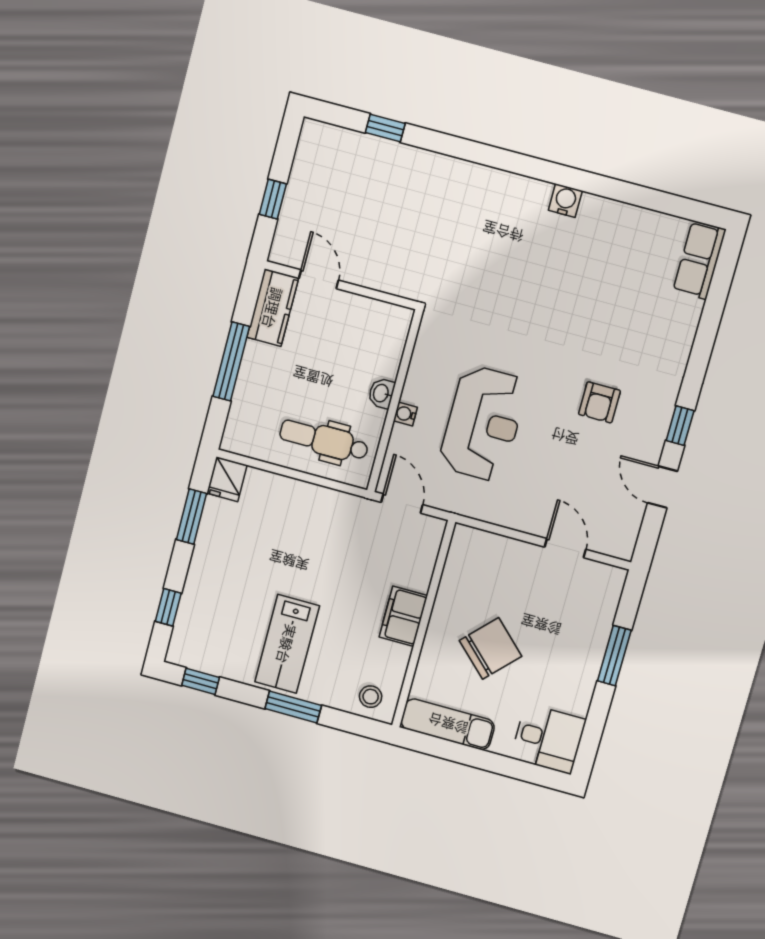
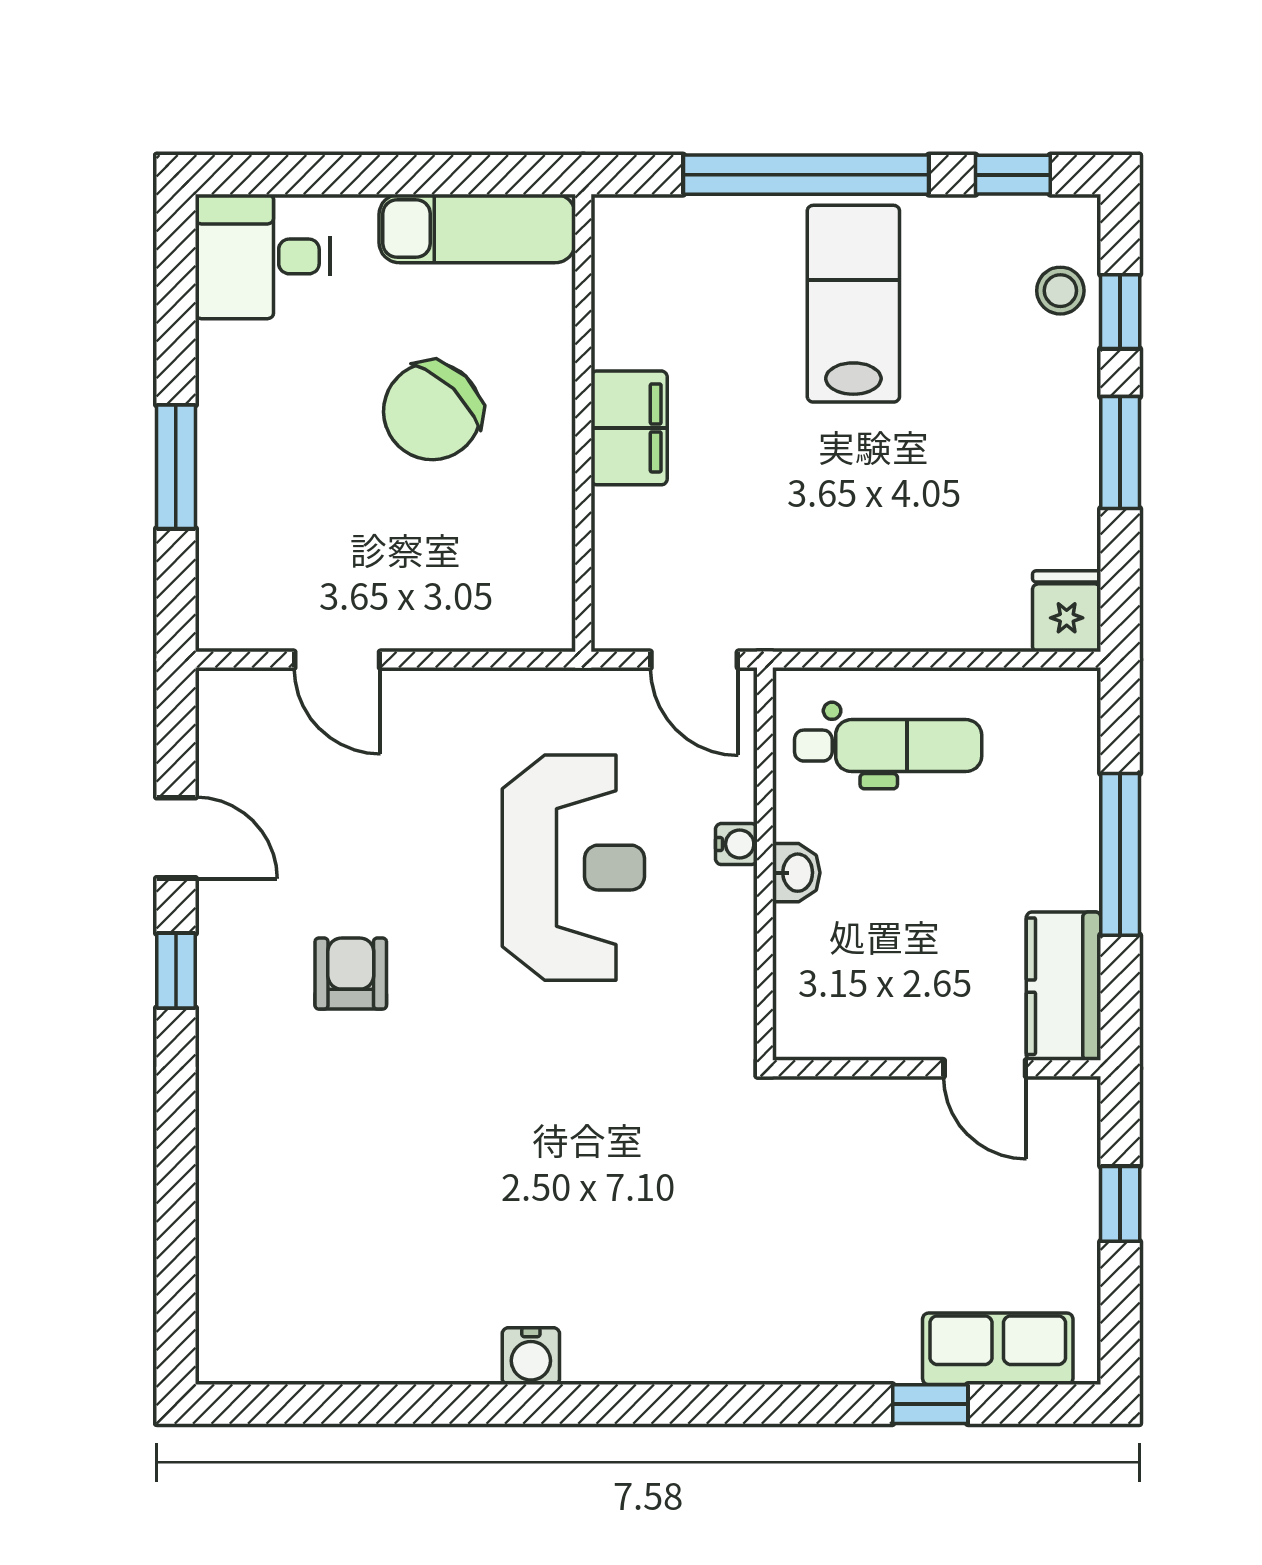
row of seats: (699, 260) -> (998, 1349), moved, turned -90
reception desk: (483, 423) -> (573, 868), turned 180
window: (191, 517) -> (1120, 453), moved
stool: (371, 697) -> (1060, 291), moved
window: (293, 707) -> (806, 175), width x2.11

